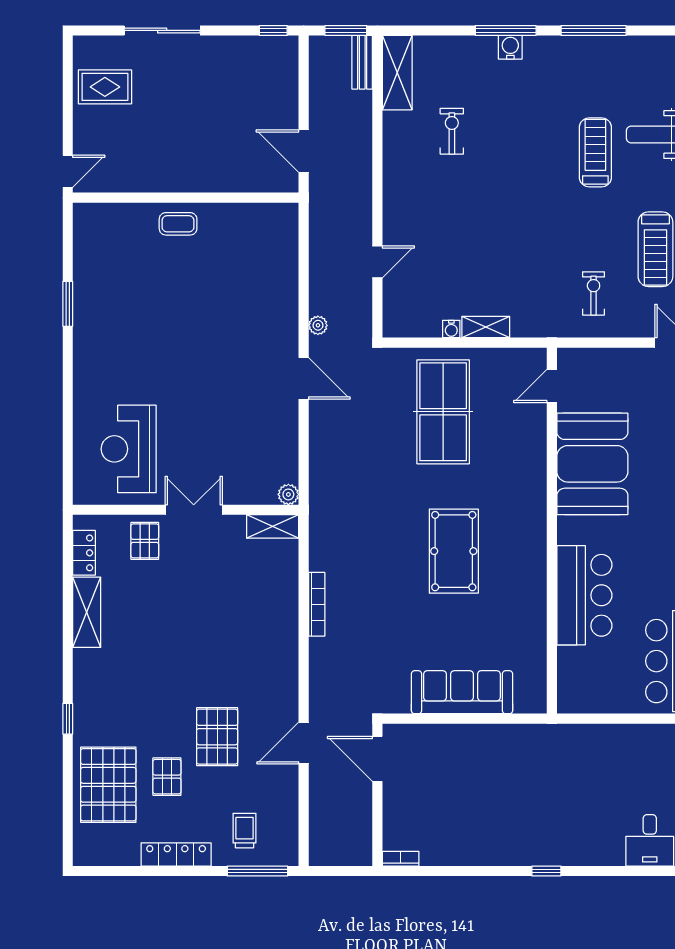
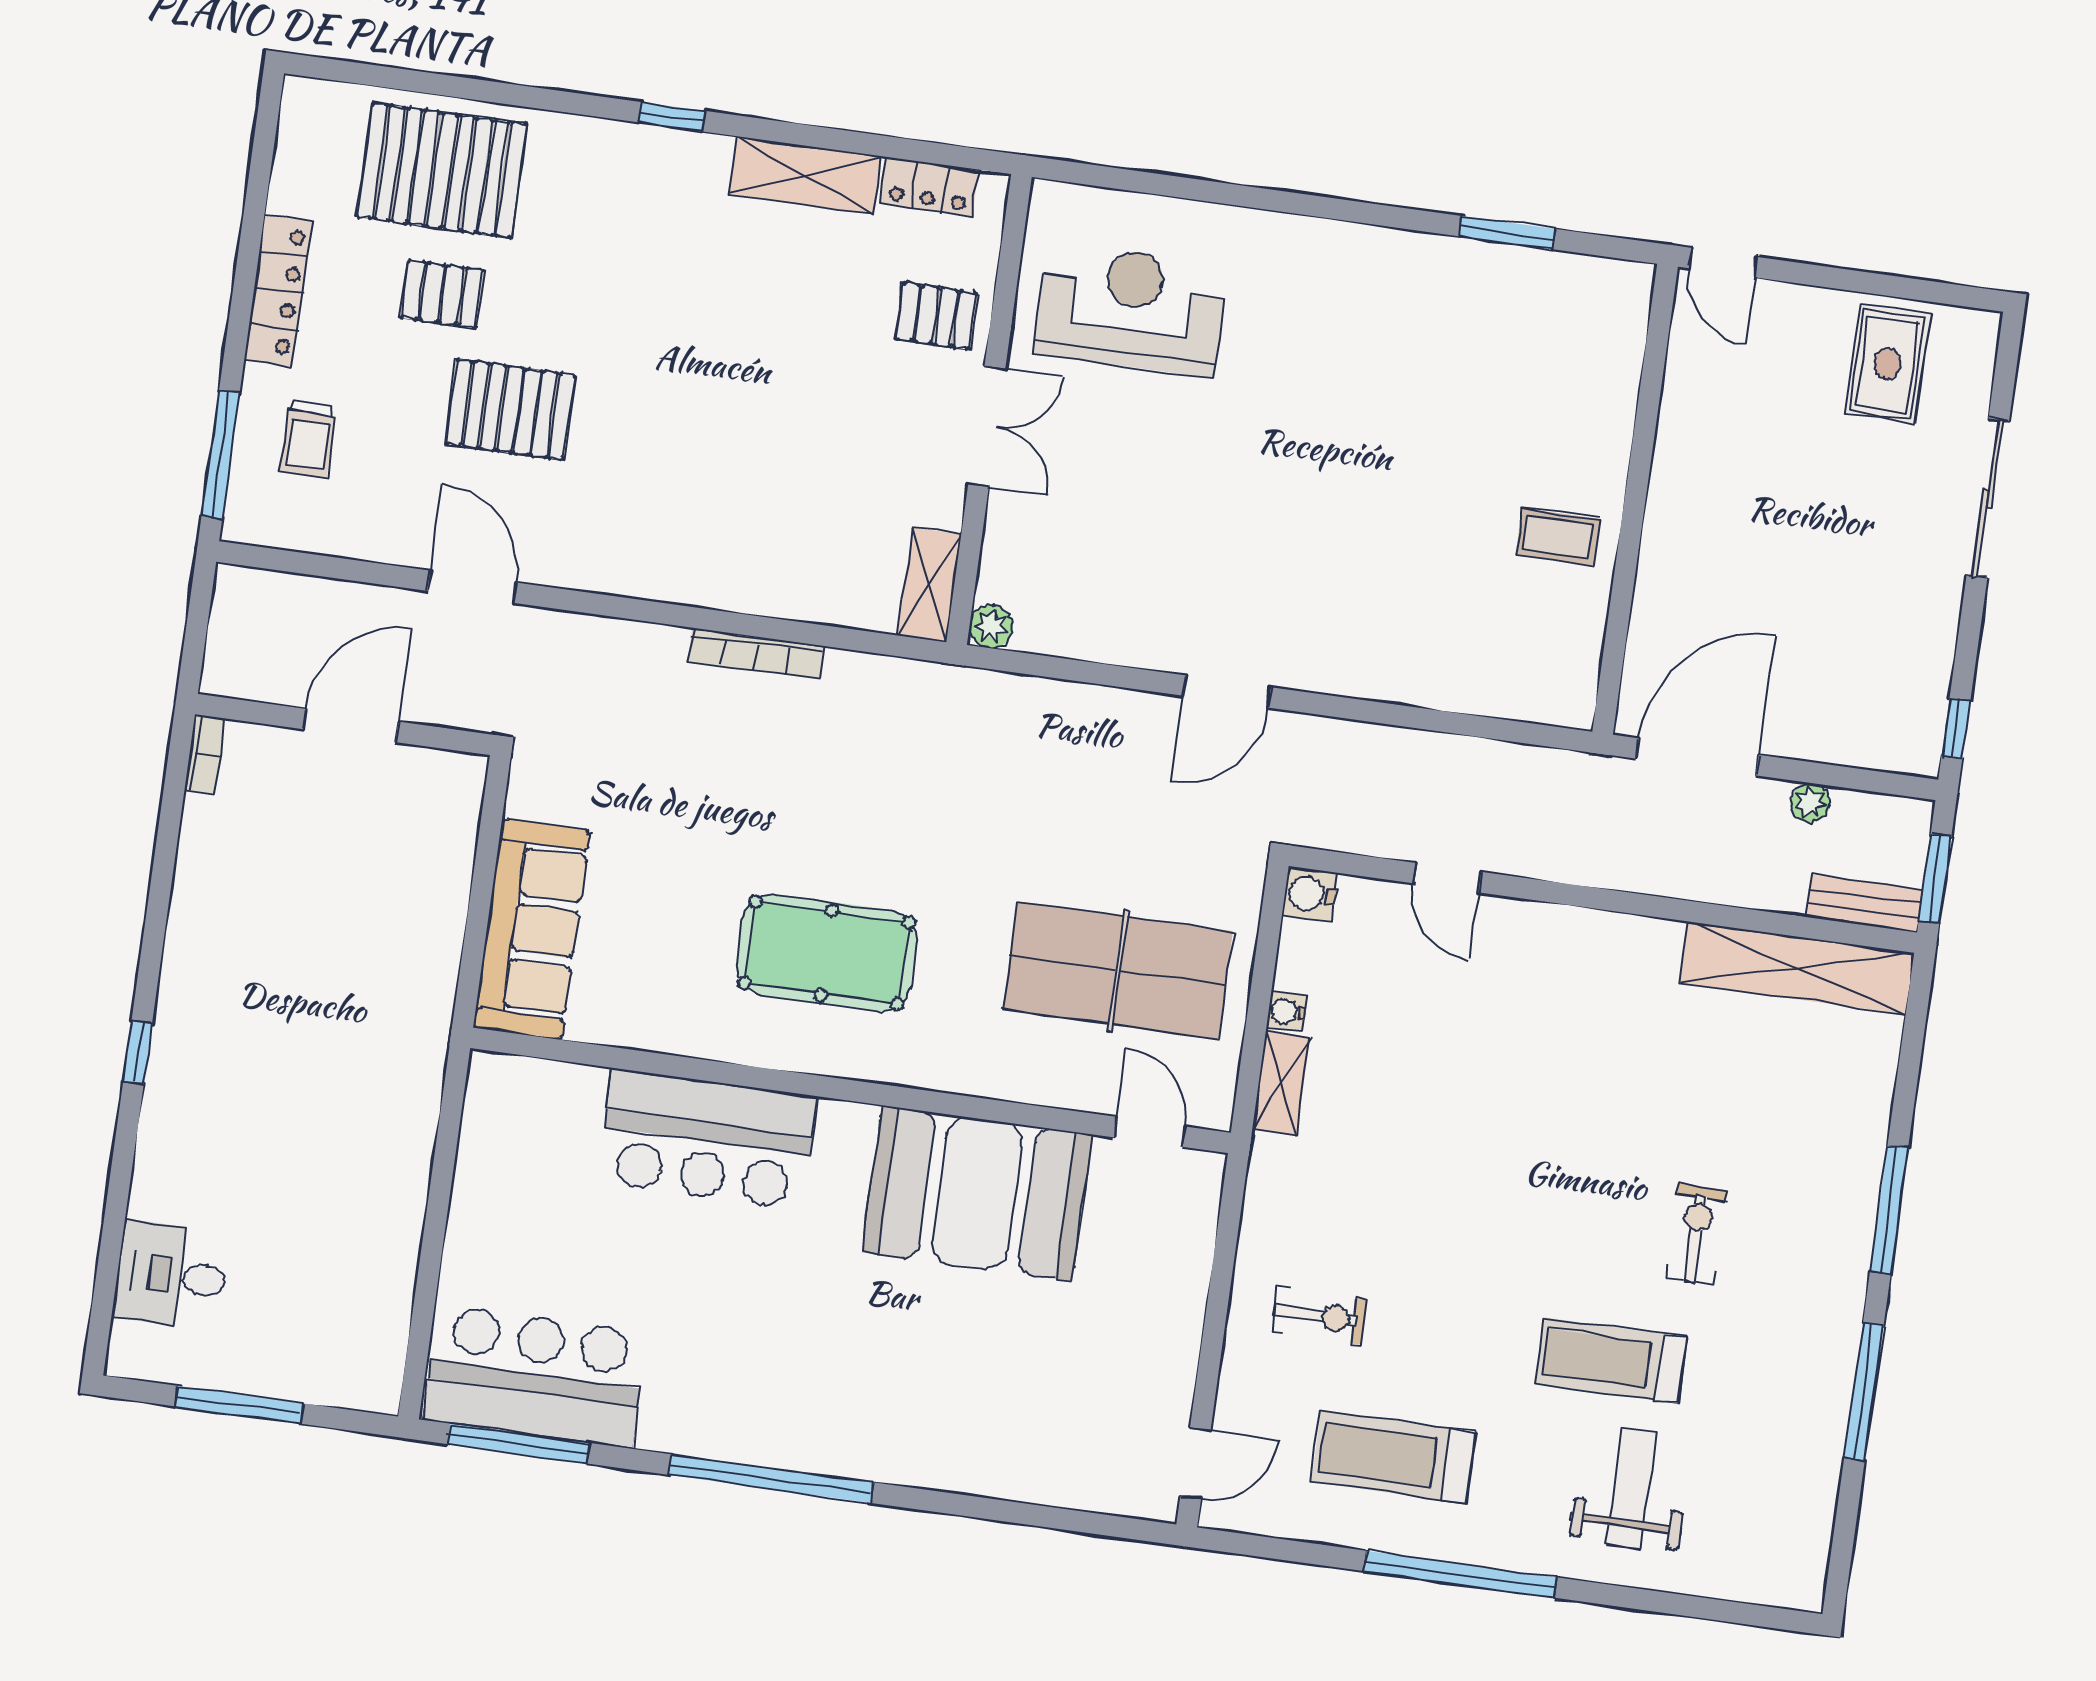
water cooler: (510, 47) -> (1310, 894), moved, turned 180
shelving: (397, 73) -> (1797, 968), width x1.47
exercise bike: (452, 131) -> (1696, 1234), moved, turned -90
door: (304, 151) -> (1697, 757), width x1.36
treadmill: (595, 152) -> (1611, 1360), turned 180
coffee table: (178, 224) -> (1558, 537), moved, turned 90
window: (68, 304) -> (1507, 233), moved
plant: (318, 325) -> (1810, 803), moved
door: (552, 386) -> (1150, 1132), moved
booth: (592, 464) -> (977, 1193), moved
wall: (552, 531) -> (850, 1090), moved
bar counter: (584, 595) -> (707, 1139), moved
window: (68, 719) -> (672, 117), moved
door: (377, 759) -> (351, 725), moved
trolley: (245, 831) -> (308, 439), turned 90

